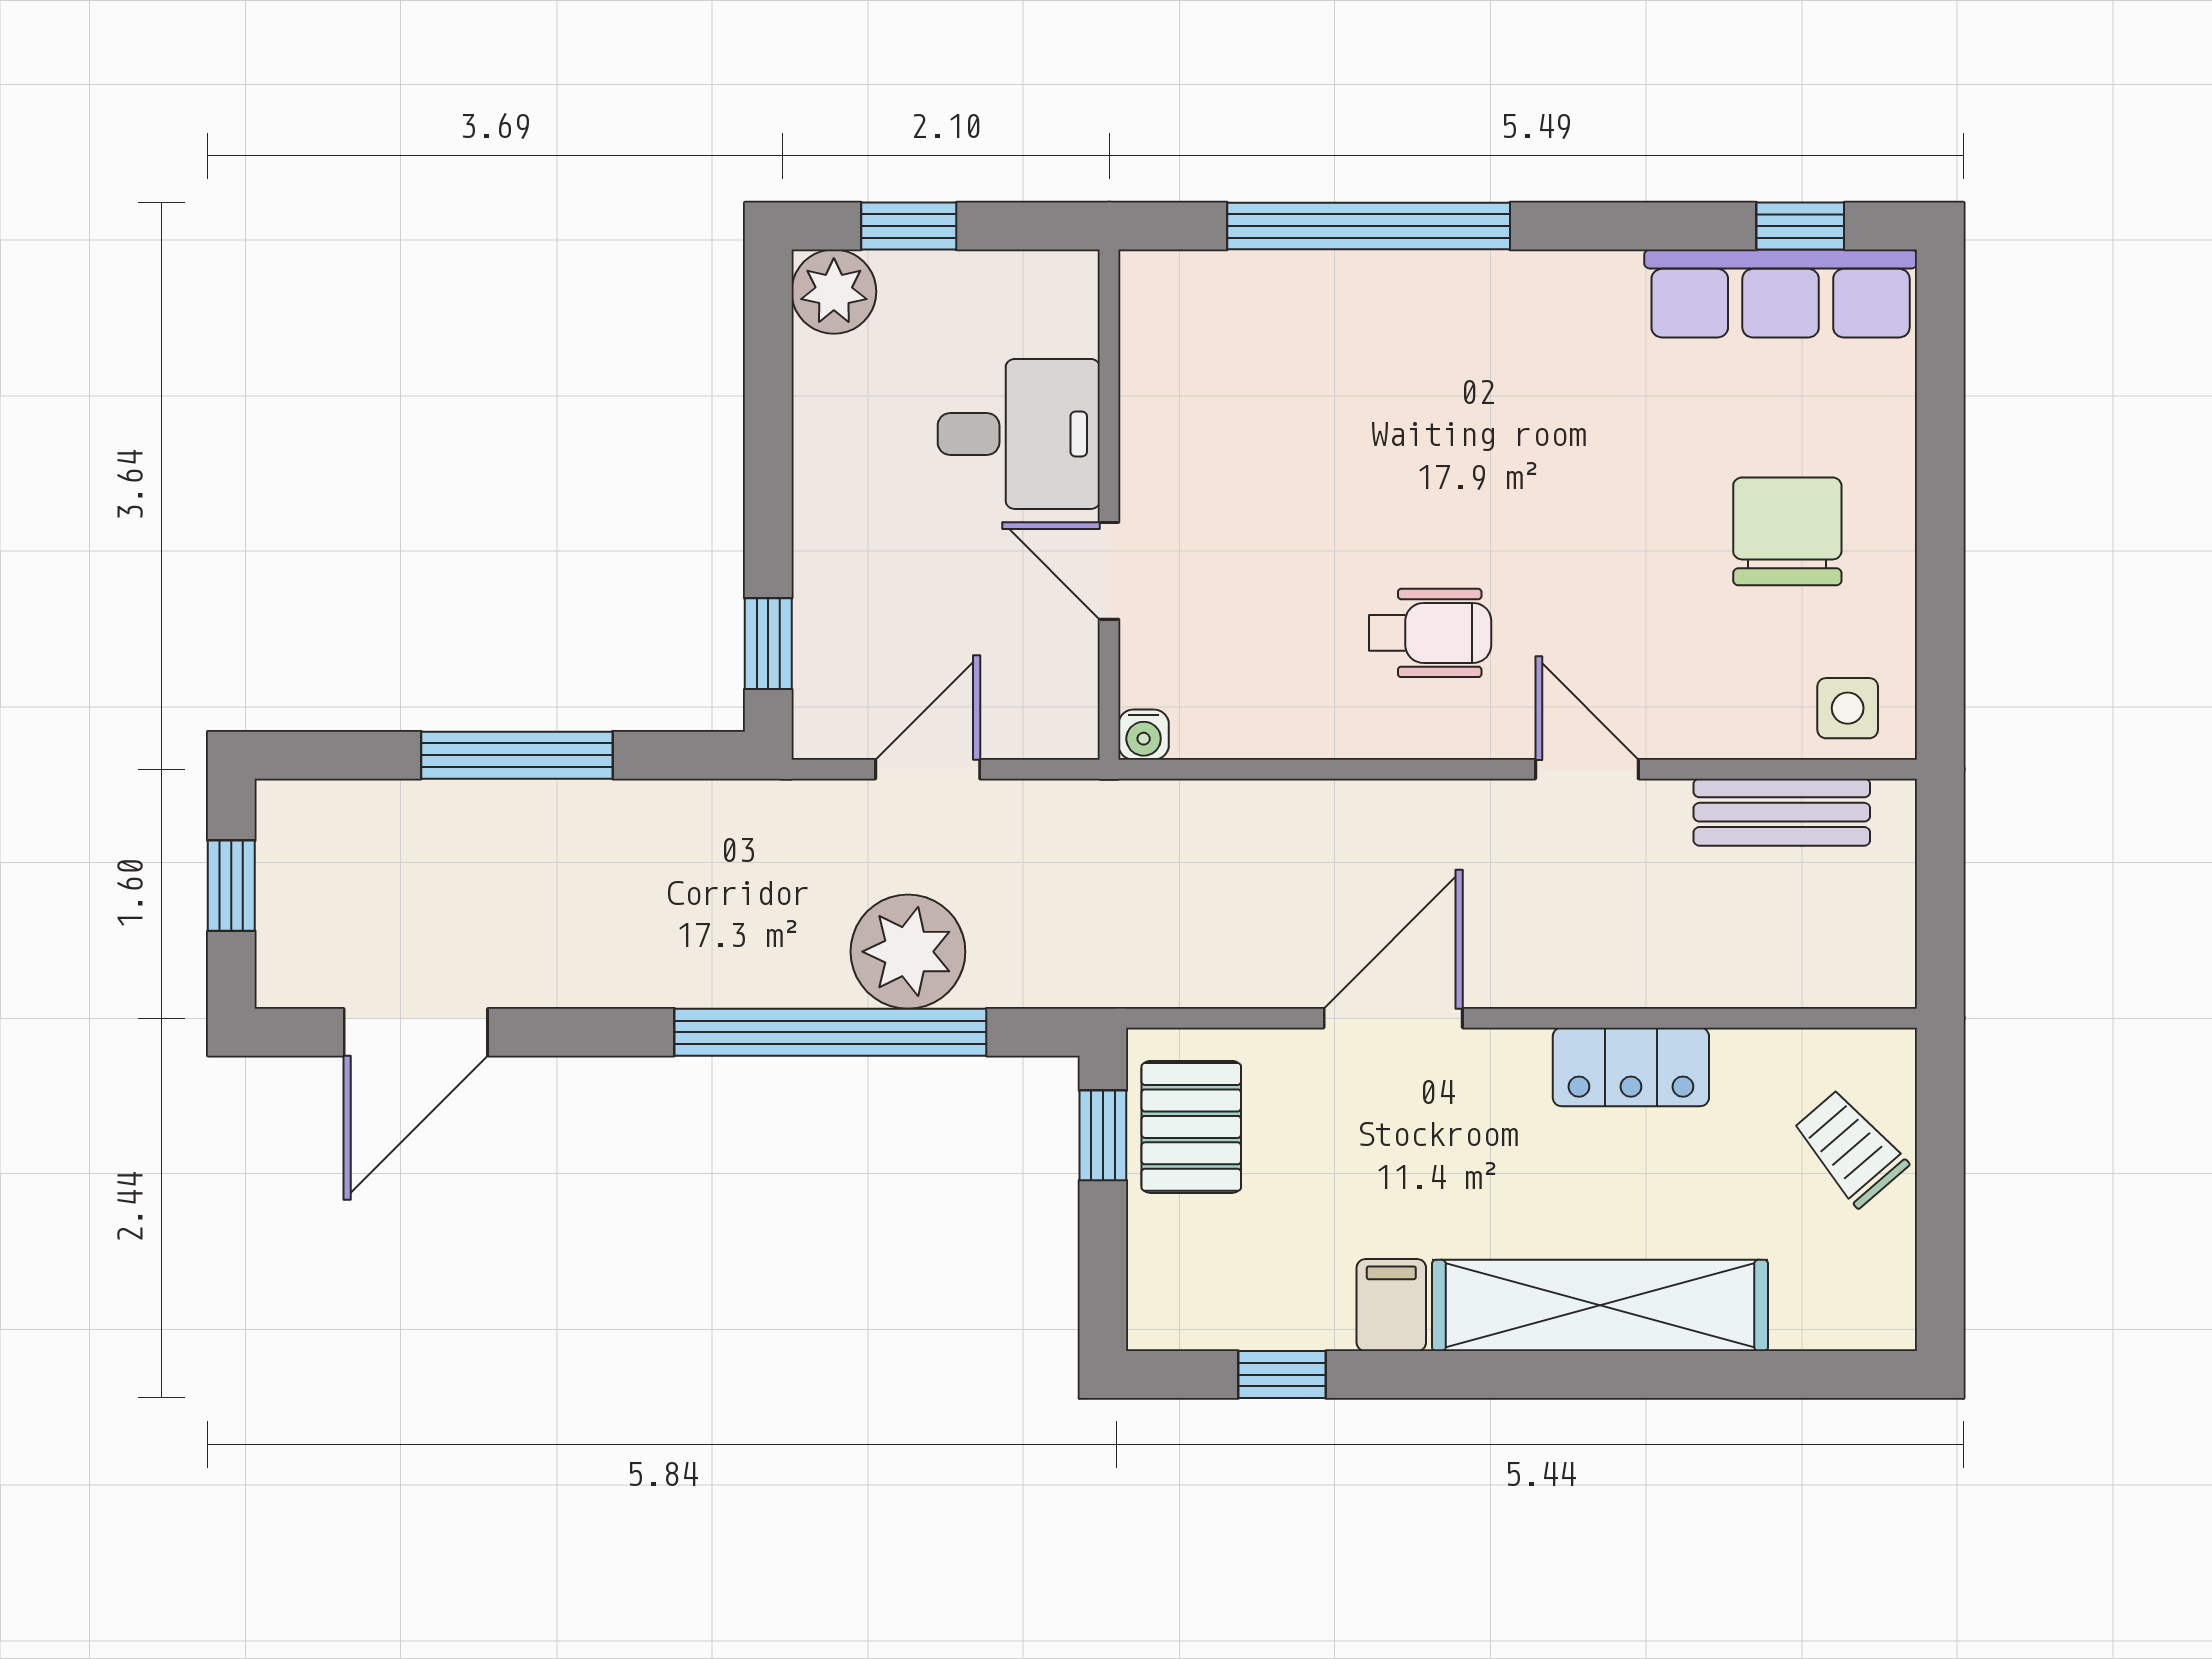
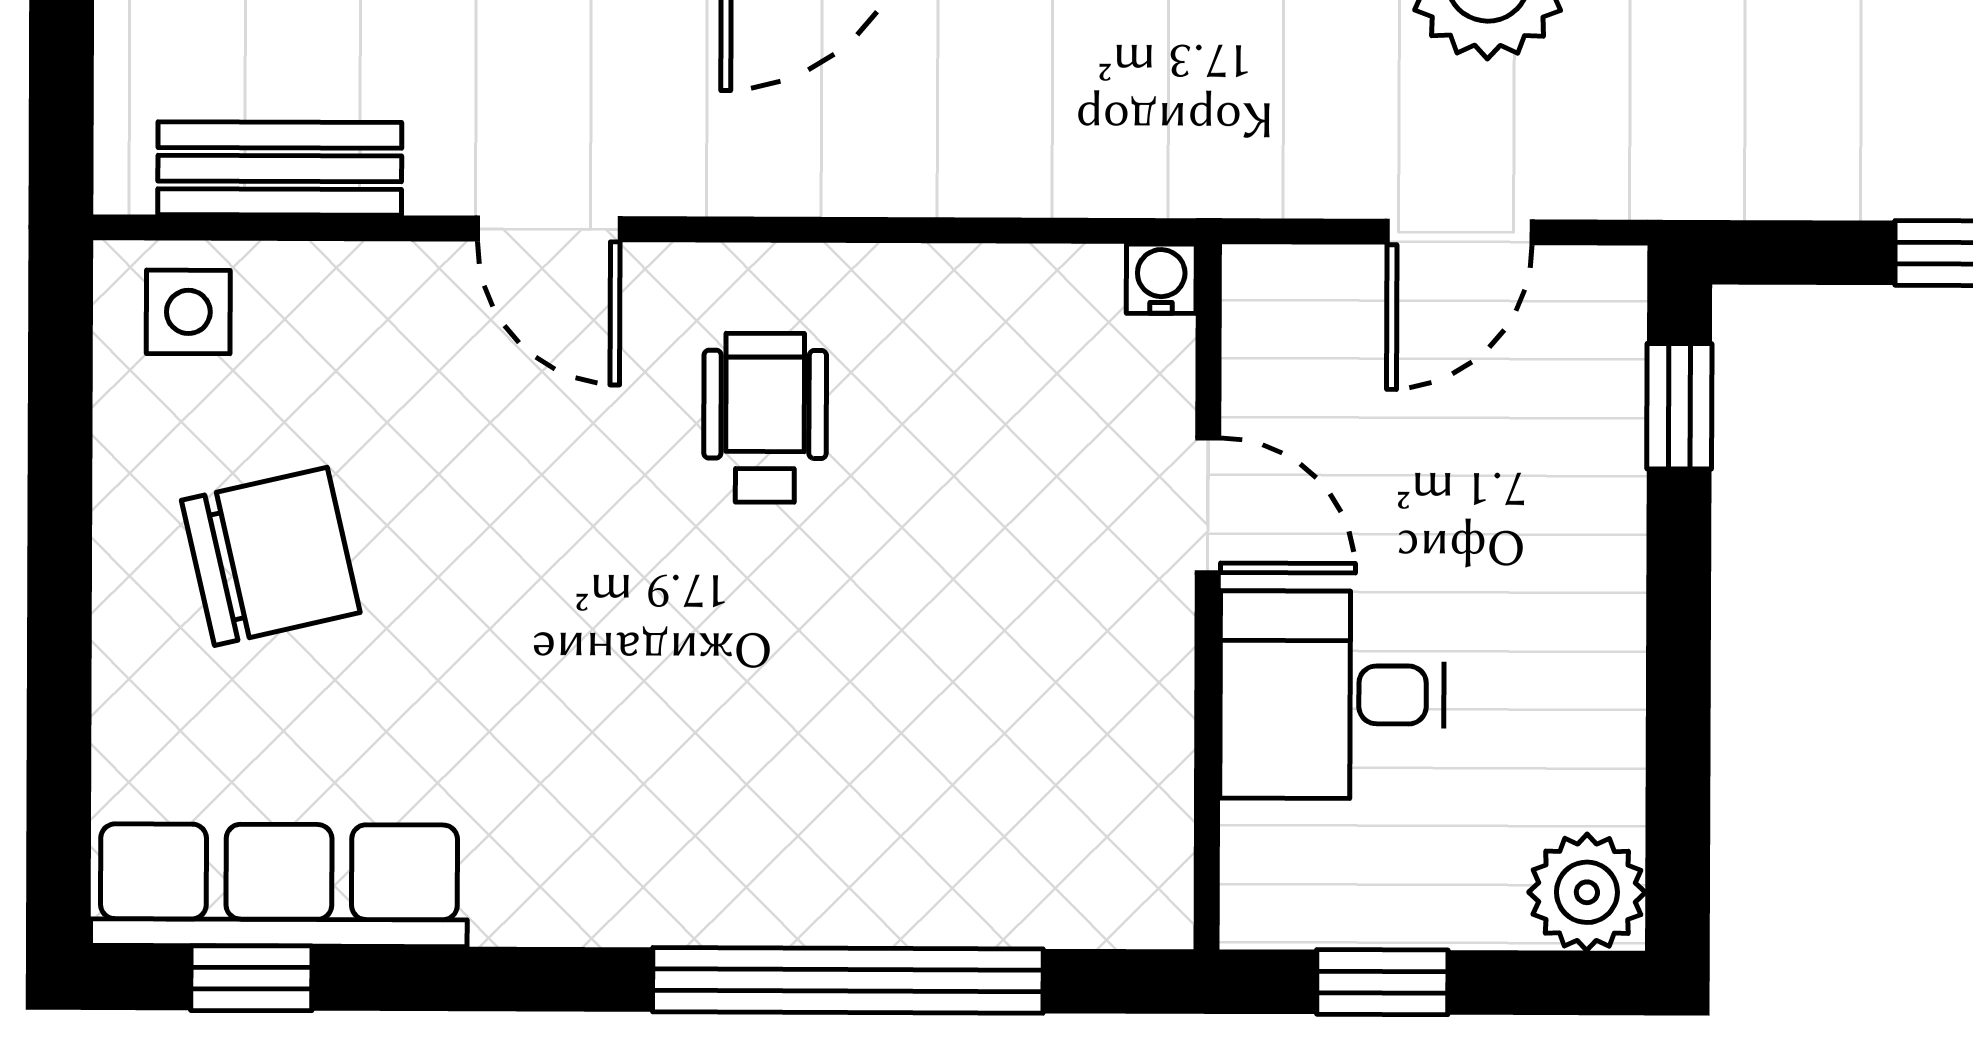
window: (909, 226) -> (1382, 982), moved
chair: (1787, 531) -> (271, 556), turned -103
wheelchair: (1430, 633) -> (765, 418), turned 90

